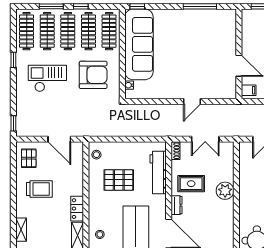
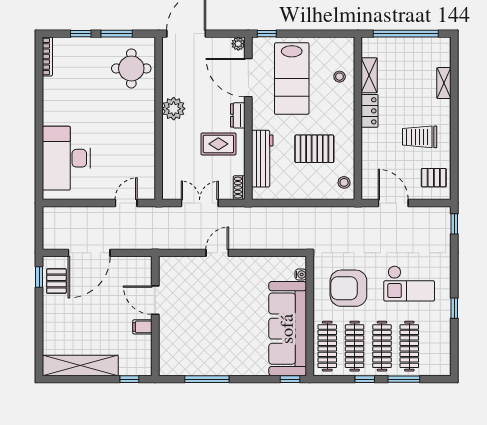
clothes rail: (27, 31) -> (437, 346), removed
filing cabinet: (249, 90) -> (142, 327), moved
pallet: (29, 158) -> (434, 178), turned 90
plant: (225, 191) -> (174, 109), moved

